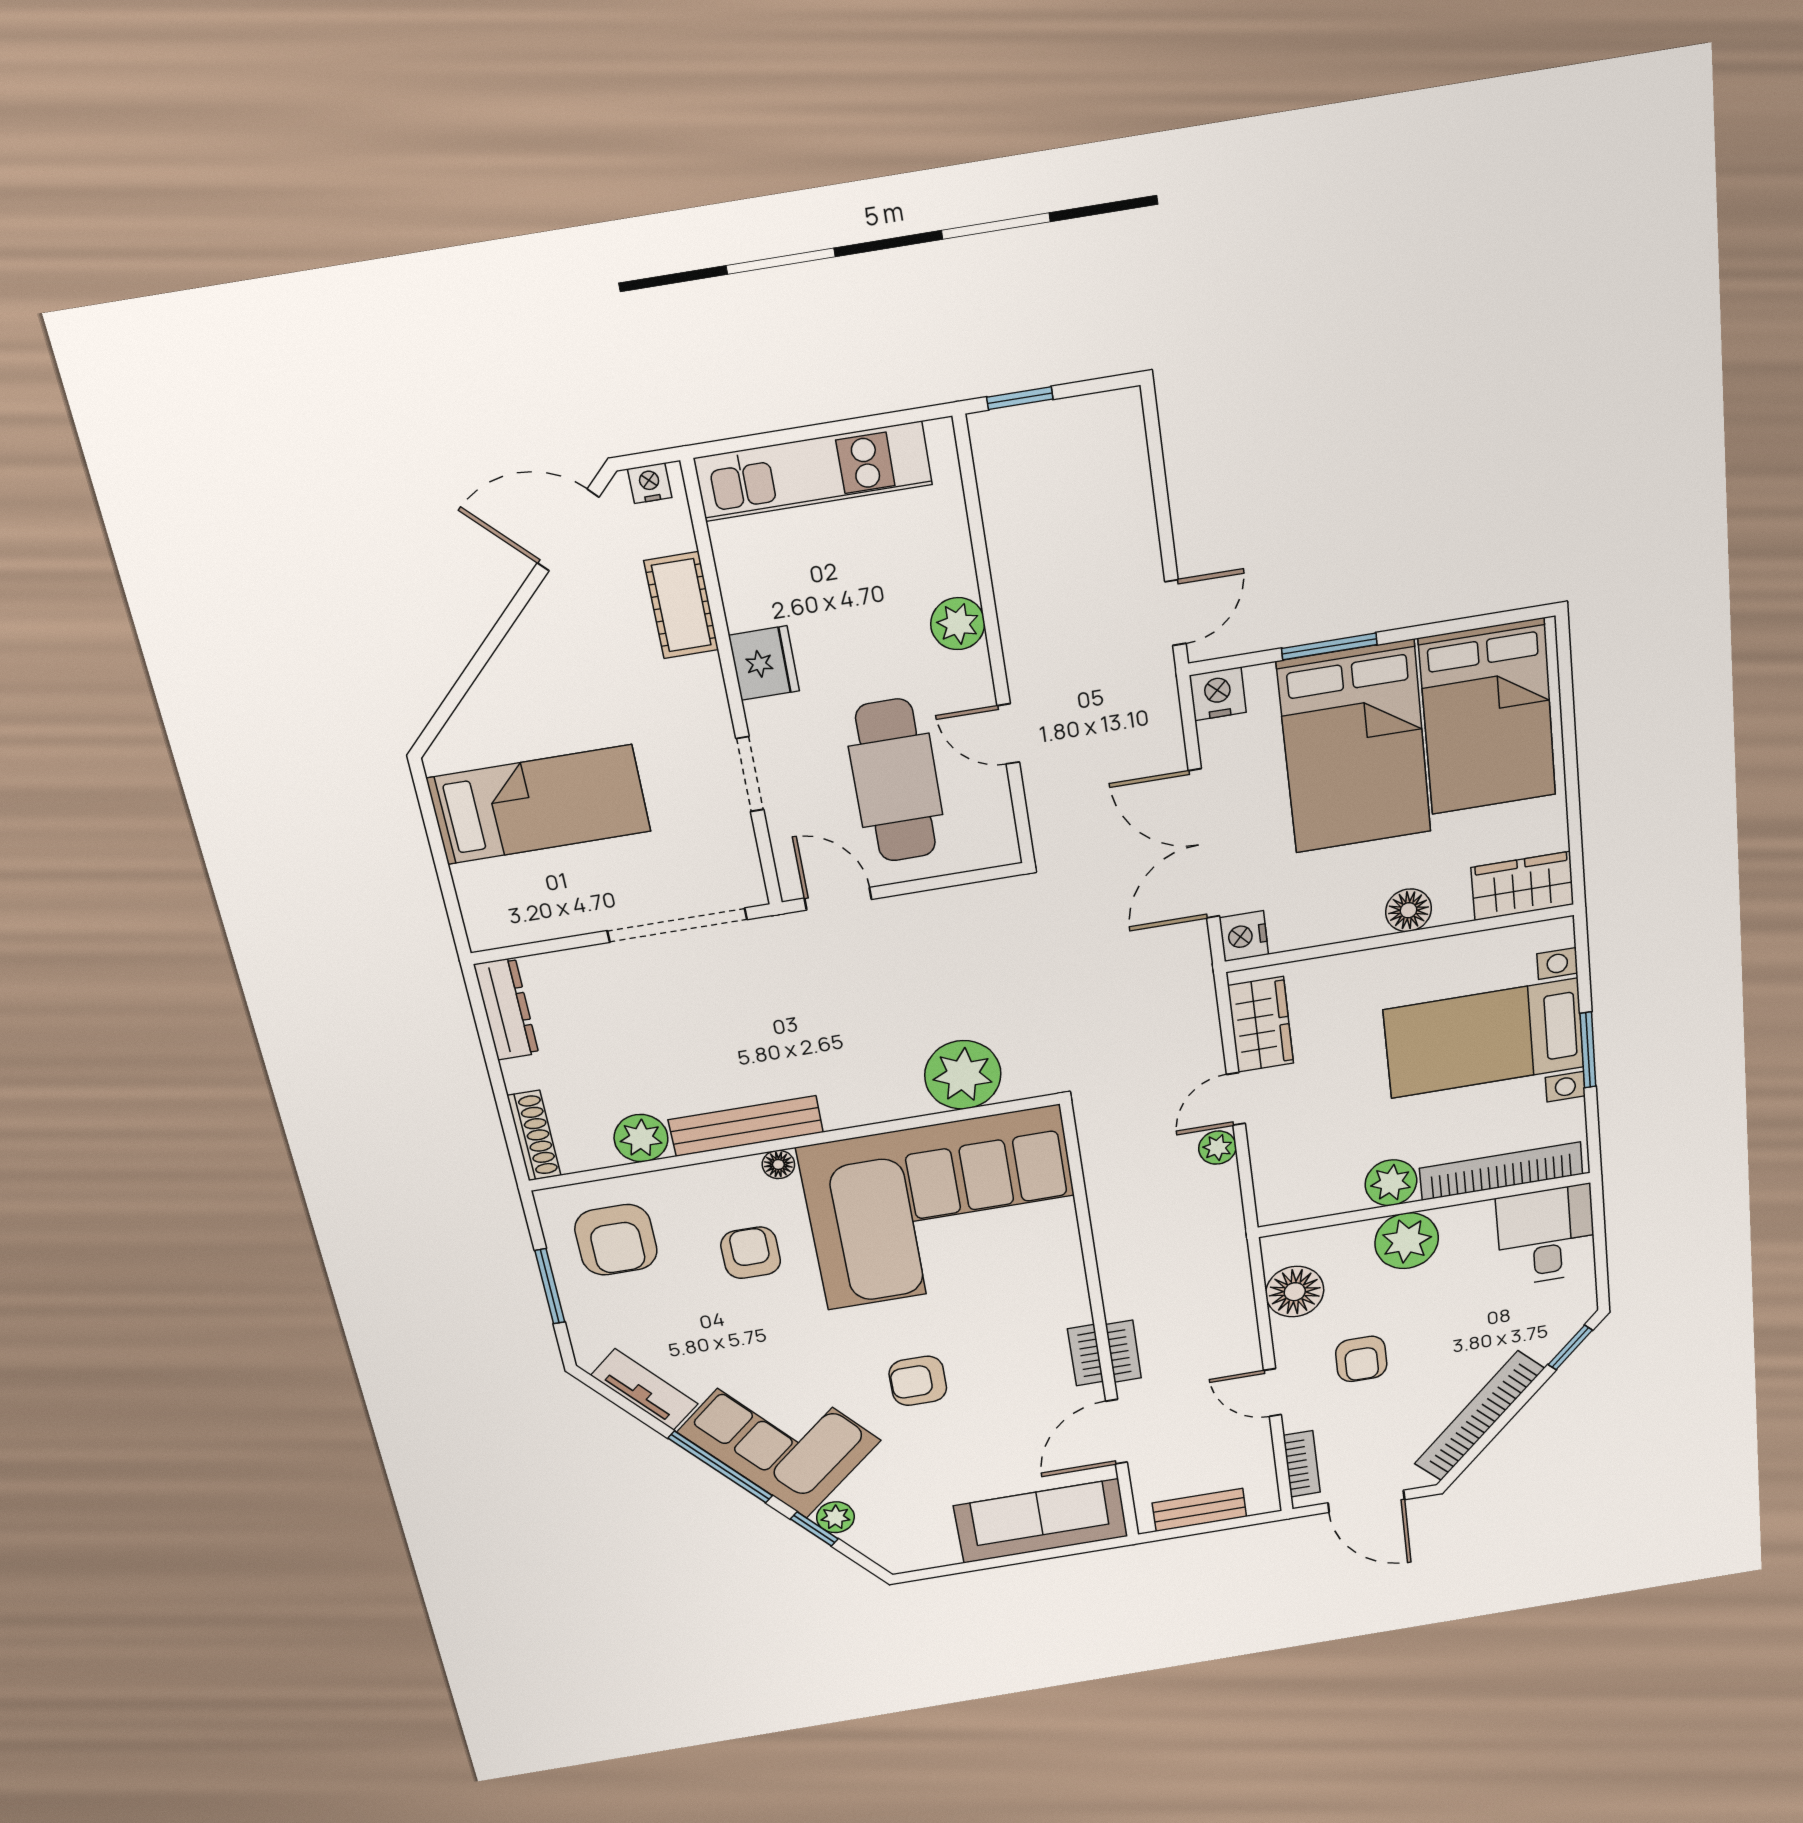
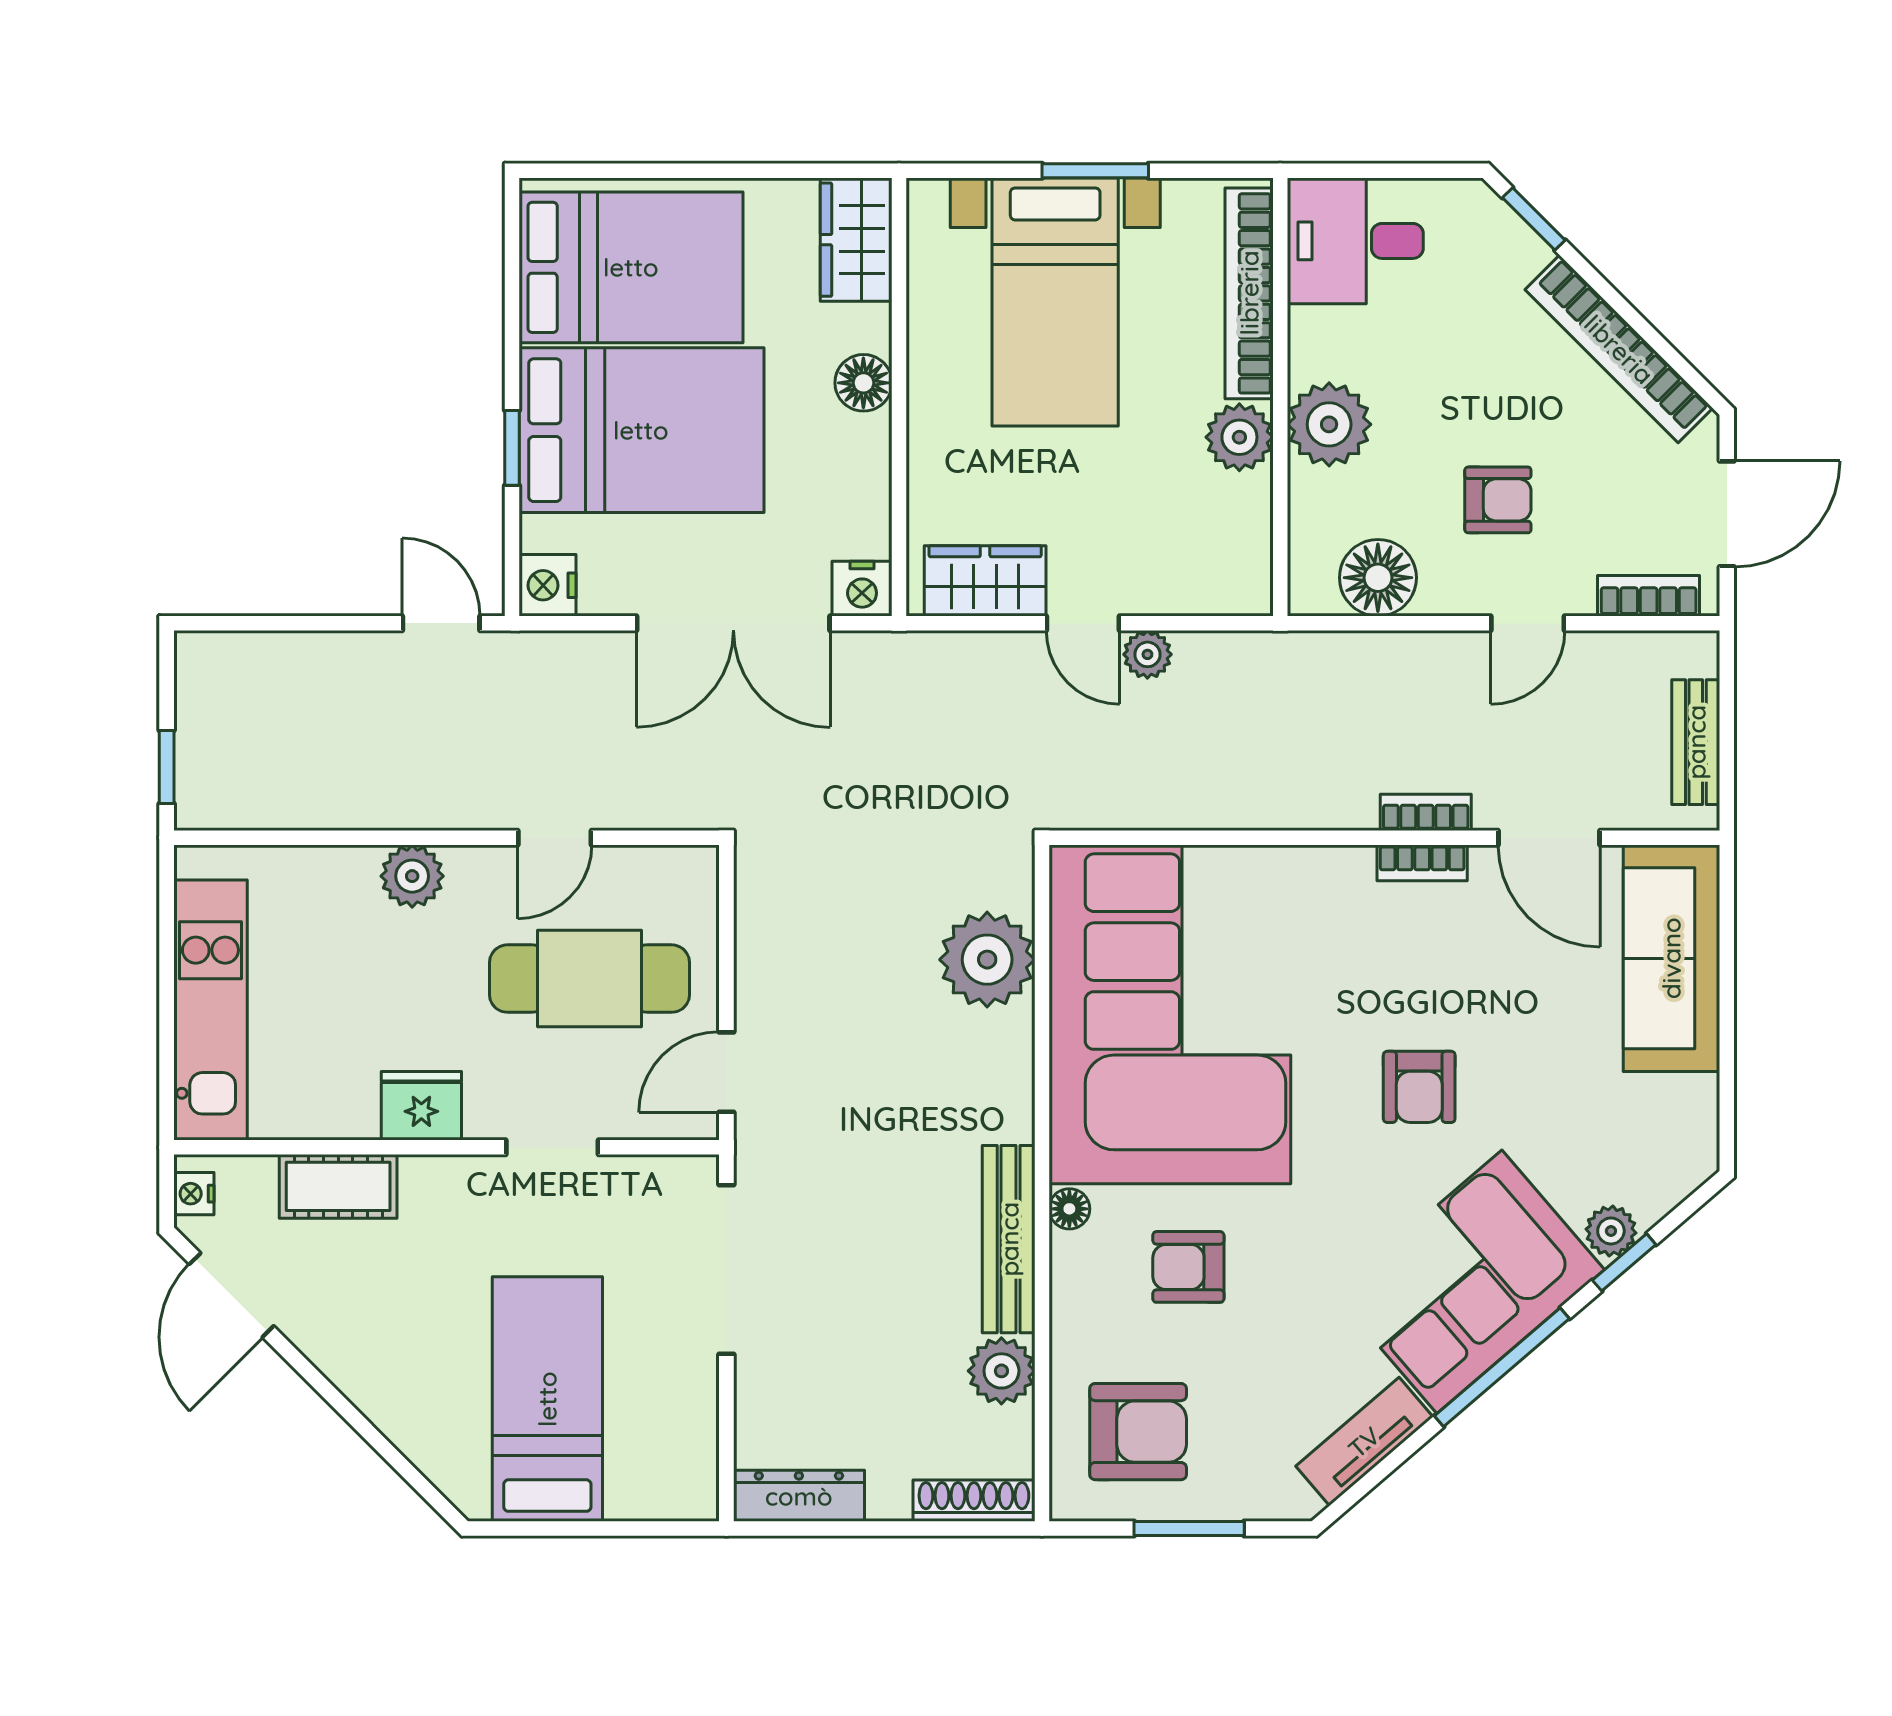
window: (1329, 646) -> (512, 448), width x0.67

